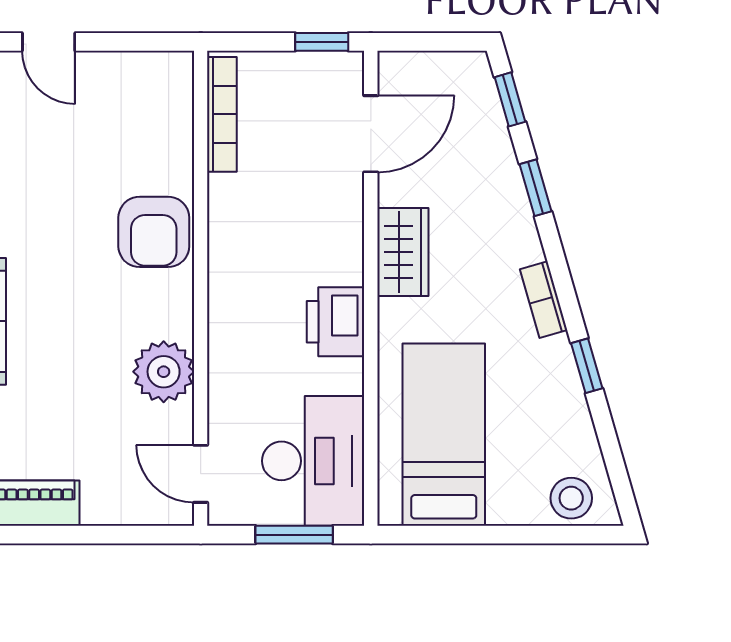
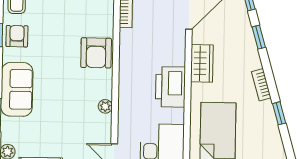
printer: (336, 322) -> (170, 87), width x1.37, depth x1.19
plant: (164, 372) -> (105, 106), width x0.53, depth x0.53

